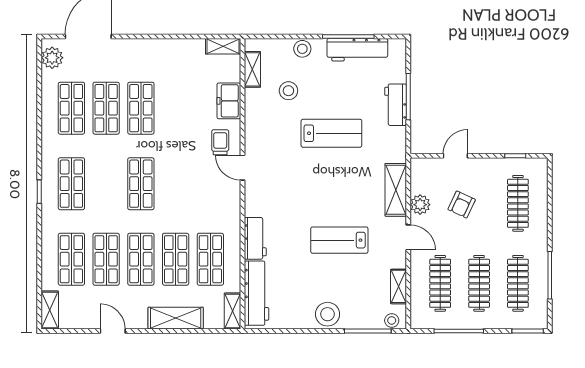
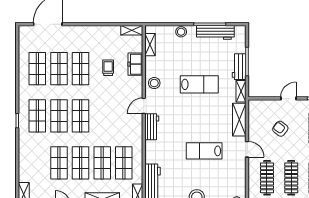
plant: (52, 58) -> (25, 37), removed
stool: (288, 91) -> (154, 83), moved
trolley: (220, 142) -> (108, 68), moved
door: (455, 156) -> (288, 98), moved
door: (242, 168) -> (144, 106), hinge flipped
plant: (420, 205) -> (254, 129), removed
armchair: (462, 205) -> (280, 129), turned 102
workbench: (255, 238) -> (152, 127), moved
shop shelf: (71, 259) -> (59, 116), moved
shelving: (399, 286) -> (241, 91), moved

